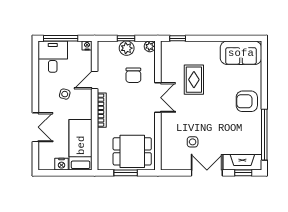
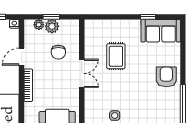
window: (178, 38) -> (148, 17), moved
plant: (150, 46) -> (39, 25), moved
armchair: (247, 101) -> (166, 77), turned 90

